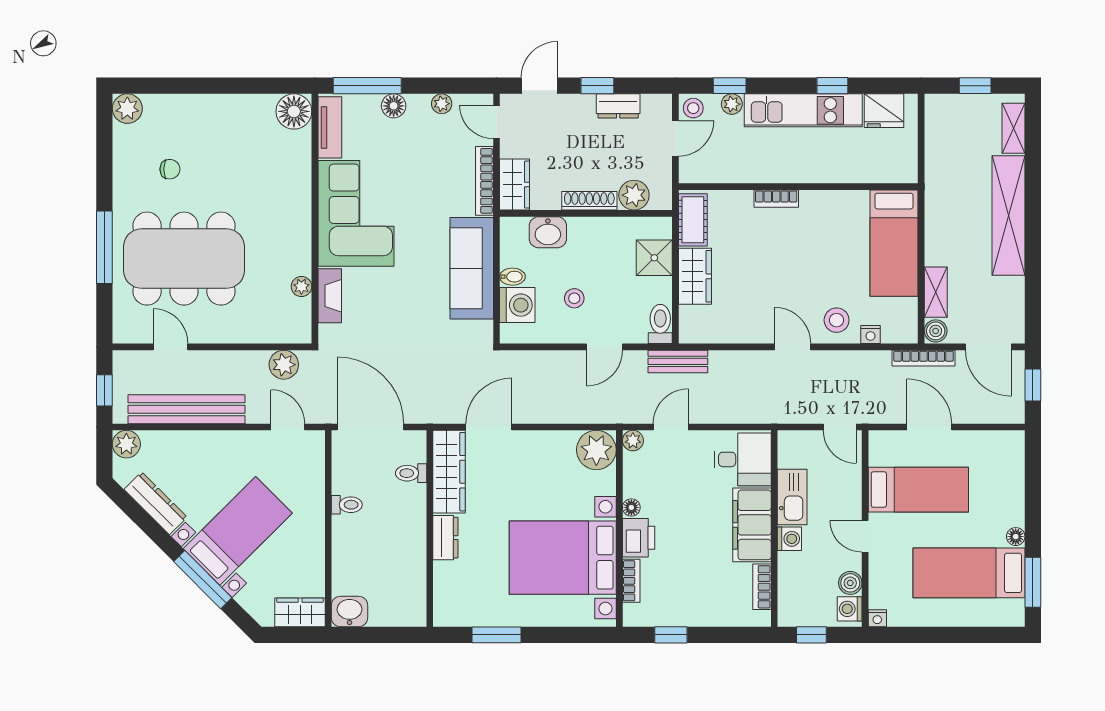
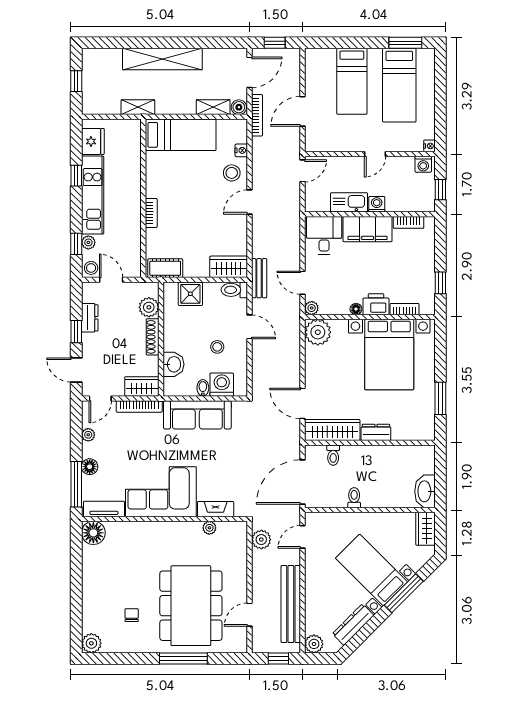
shelving: (1013, 128) -> (138, 107), moved
wardrobe: (695, 276) -> (229, 267), moved
bed: (918, 490) -> (352, 81), moved, turned 180
floor lamp: (1016, 537) -> (375, 54), removed
boiler: (850, 583) -> (406, 164), removed
washbasin: (349, 611) -> (425, 491), width x1.38

